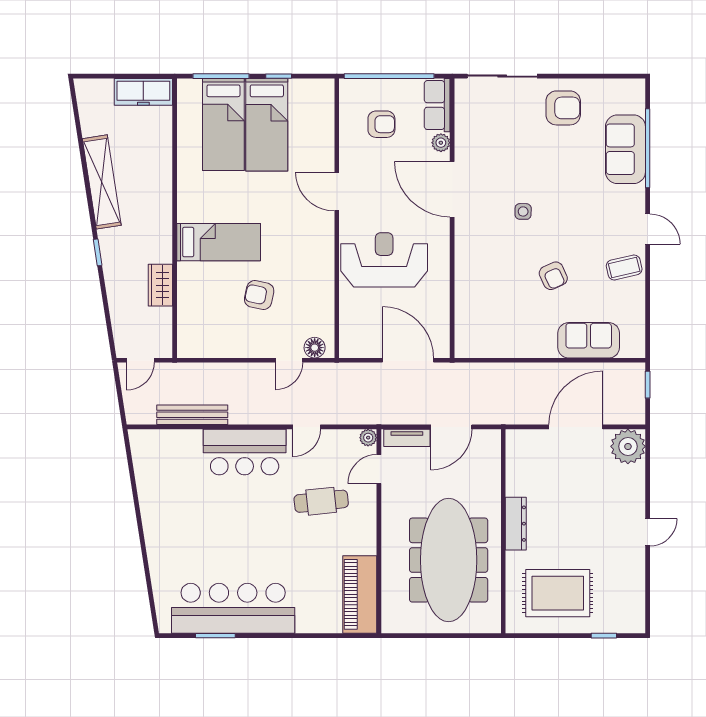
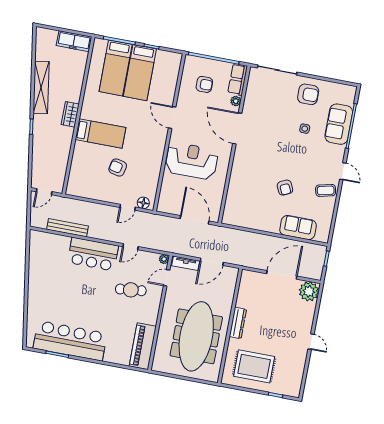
side table: (523, 211) -> (305, 129), moved
wardrobe: (160, 285) -> (70, 114), moved
door: (648, 532) -> (311, 342), hinge flipped

